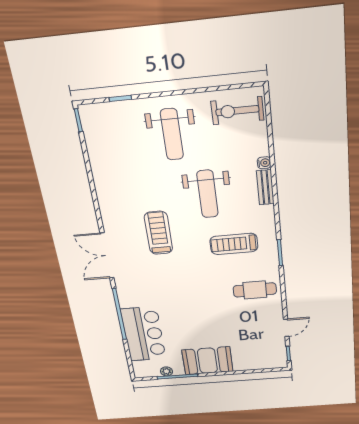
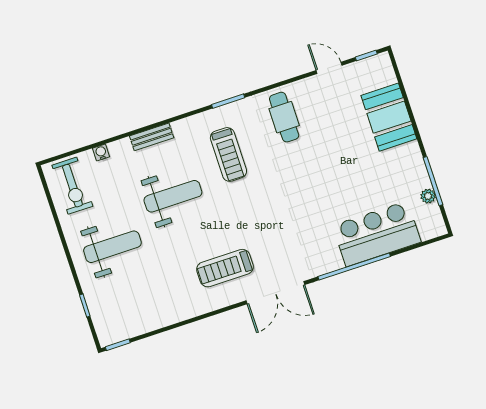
water cooler: (264, 163) -> (101, 152), moved
treadmill: (158, 233) -> (225, 268), moved
booth: (207, 361) -> (389, 117), moved

